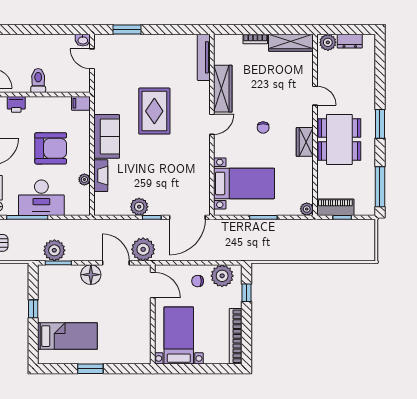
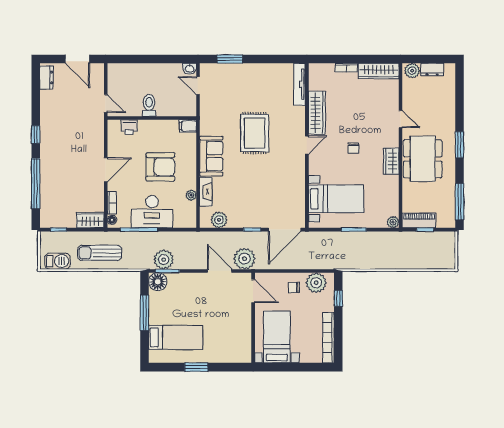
plant: (139, 207) -> (219, 220), moved
floor lamp: (91, 275) -> (158, 282), moved
window: (33, 309) -> (145, 313), width x2.17

